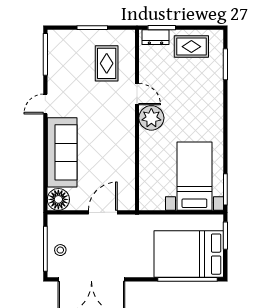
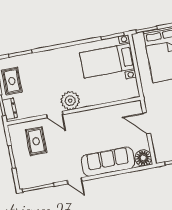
rug: (107, 63) -> (36, 141), turned 90
door: (137, 94) -> (55, 115), swing flipped

